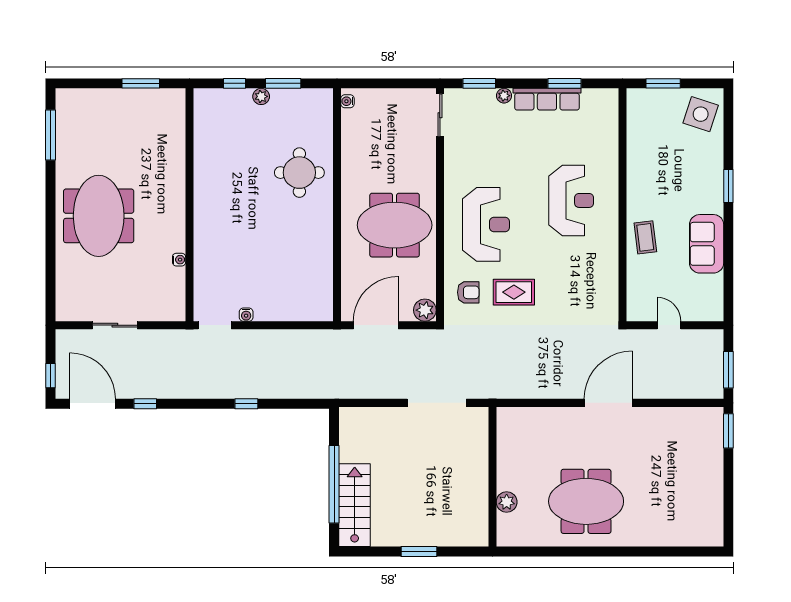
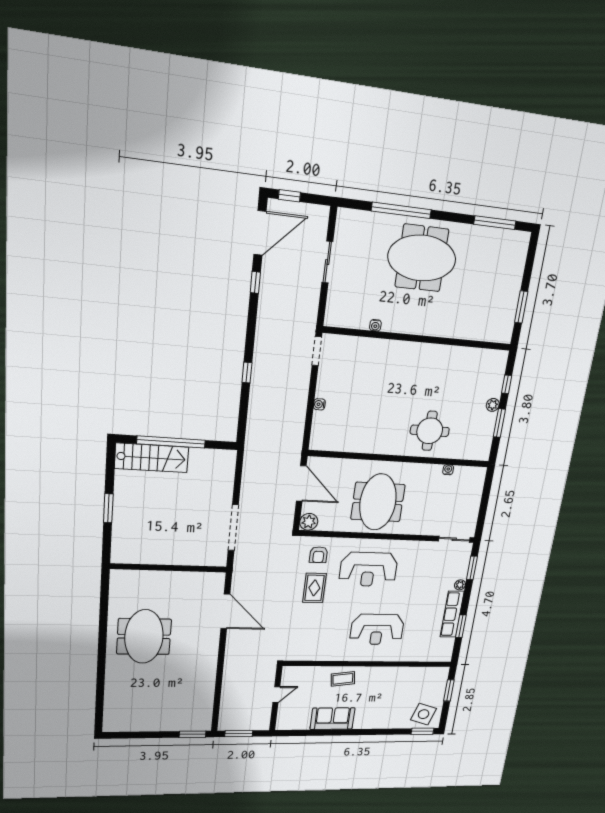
water cooler: (347, 101) -> (448, 470), moved
window: (728, 186) -> (422, 731), moved
window: (51, 248) -> (401, 210), added
water cooler: (246, 315) -> (319, 404), moved
door: (608, 403) -> (225, 611), moved
plant: (507, 502) -> (147, 578), removed

